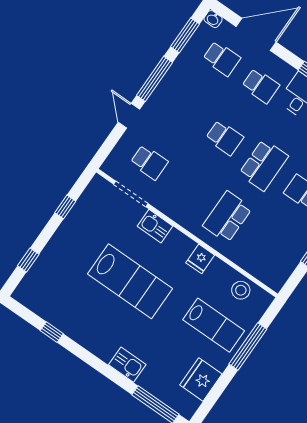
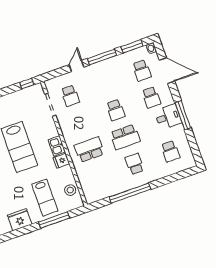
window: (65, 207) -> (27, 84), moved
kitchen sink: (155, 226) -> (57, 146), moved

